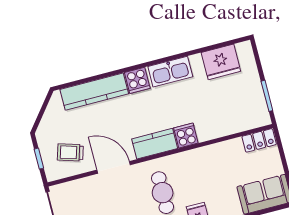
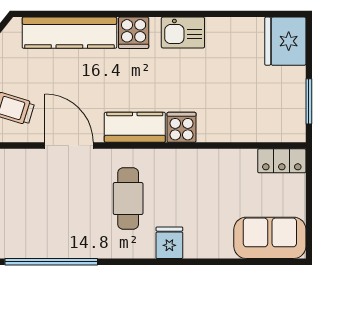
fridge: (221, 62) -> (285, 41), moved, turned 90
kitchen sink: (170, 72) -> (183, 33), width x0.73

